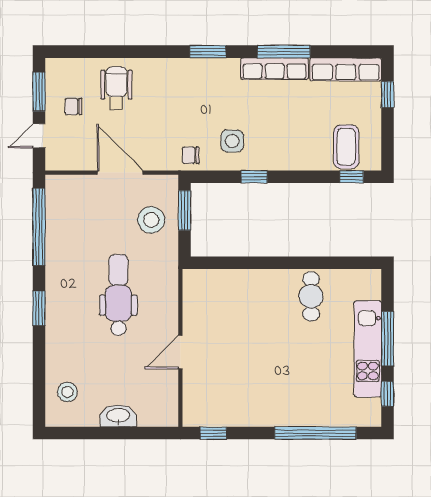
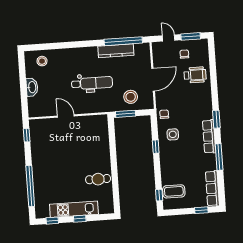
row of seats: (275, 69) -> (209, 136), moved
window: (185, 210) -> (126, 114), moved
kitchen counter: (57, 243) -> (116, 51), added
window: (39, 308) -> (83, 44), removed
window: (388, 339) -> (80, 219), width x0.46

